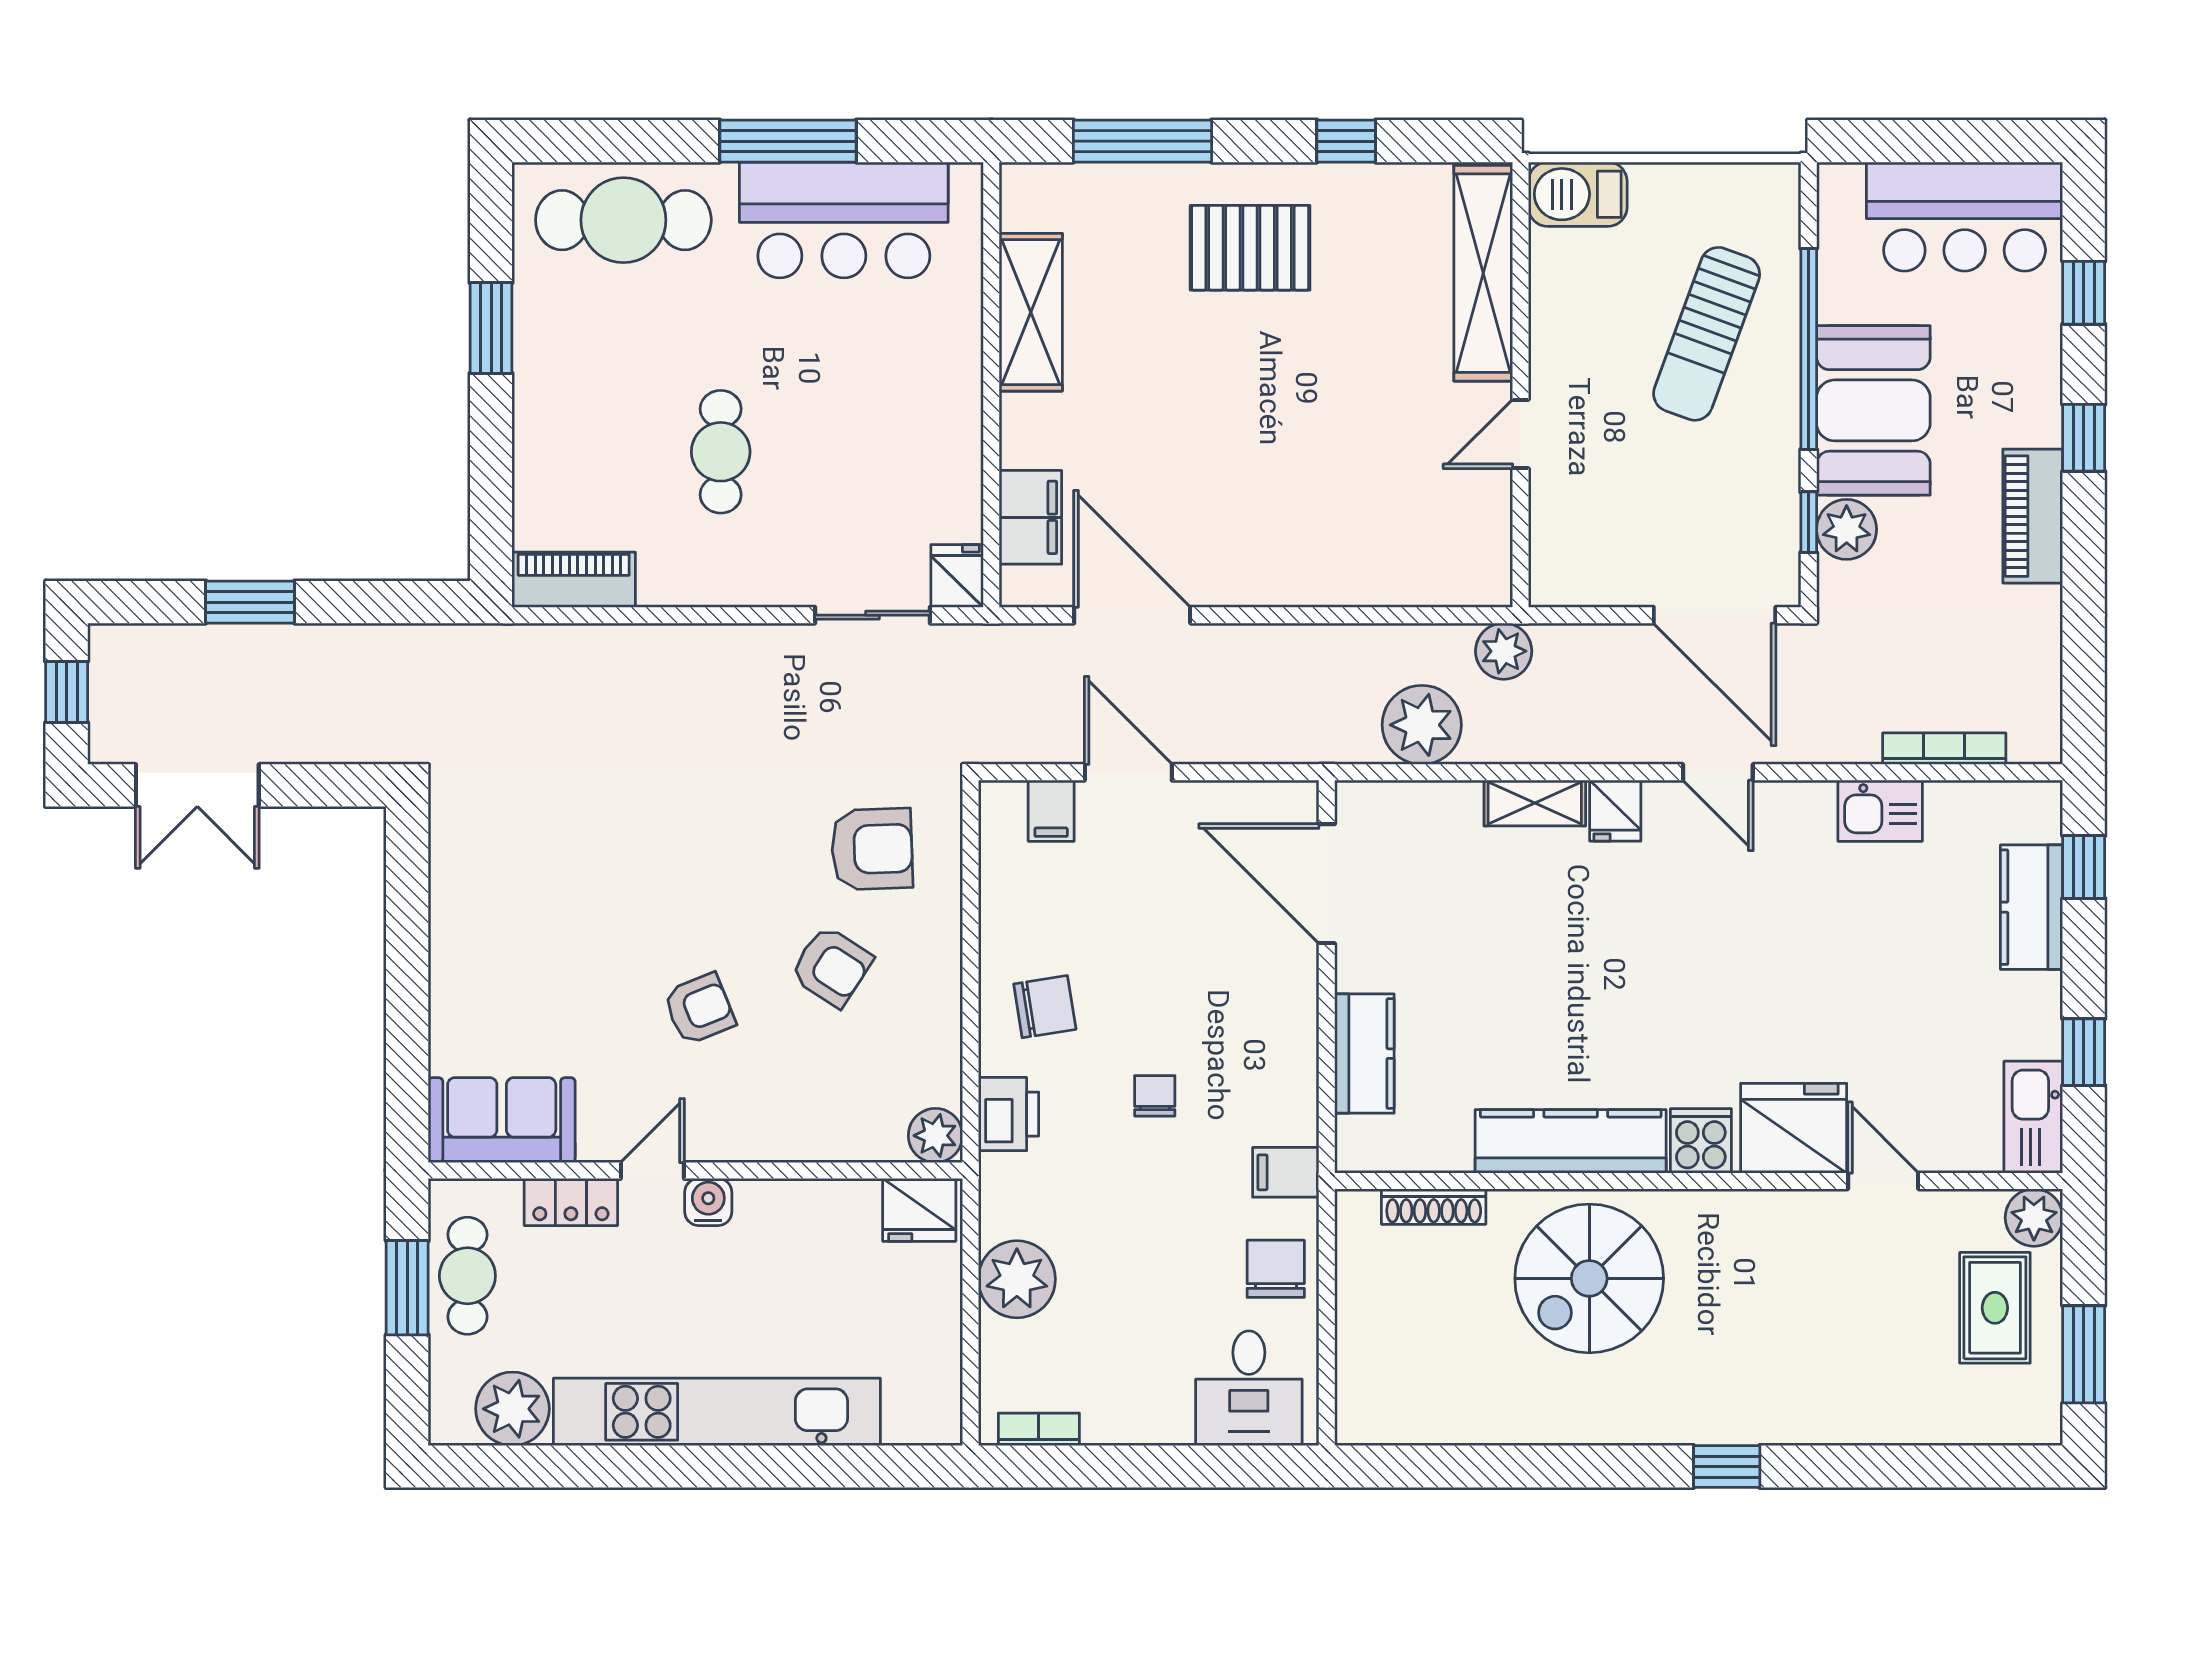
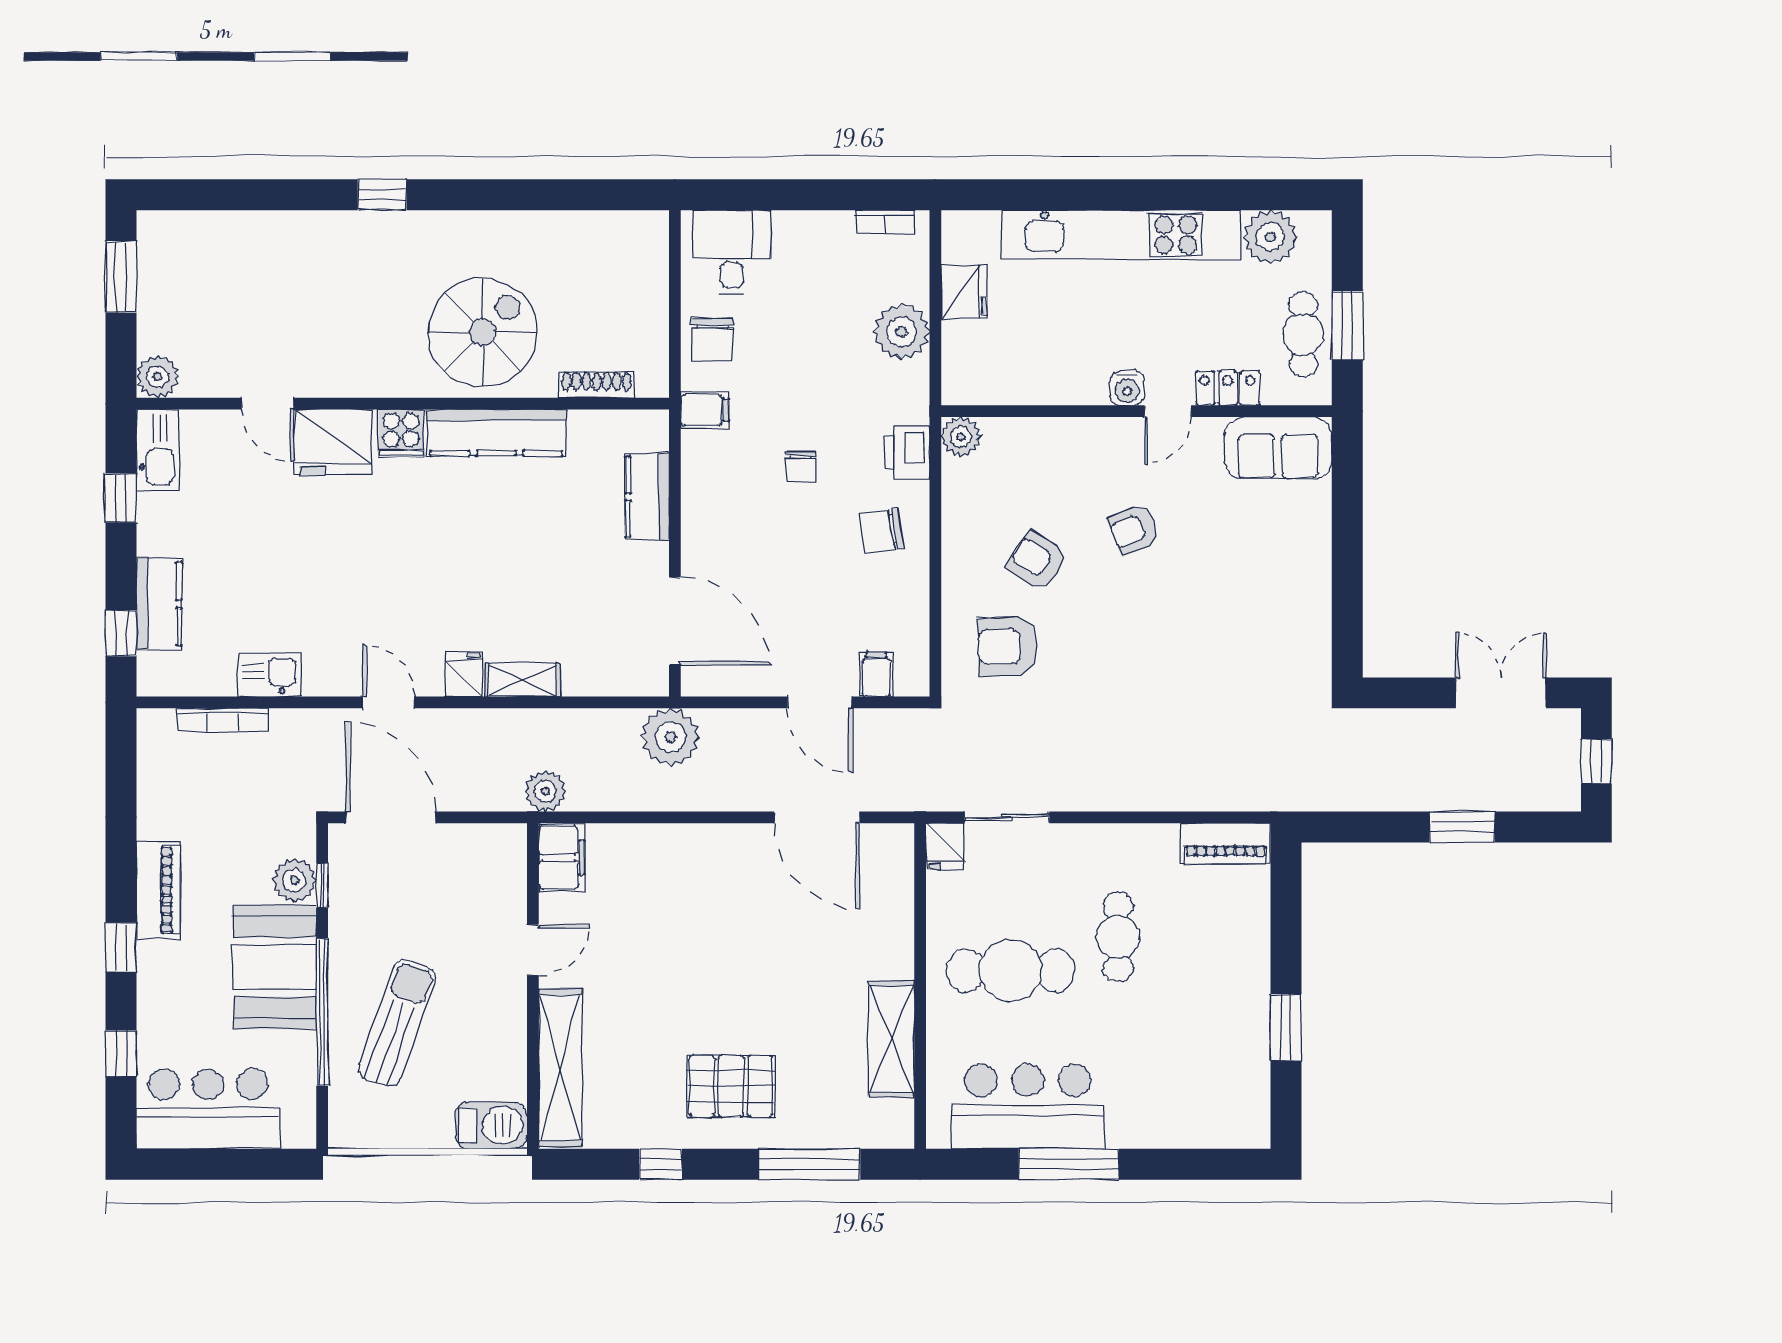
cafe table: (623, 220) -> (1011, 971), moved
filing cabinet: (1030, 517) -> (562, 857), moved, turned 180
plant: (1422, 725) -> (670, 737), moved
fridge: (919, 1210) -> (964, 292), moved, turned 90
rug: (1995, 1308) -> (186, 311), removed

